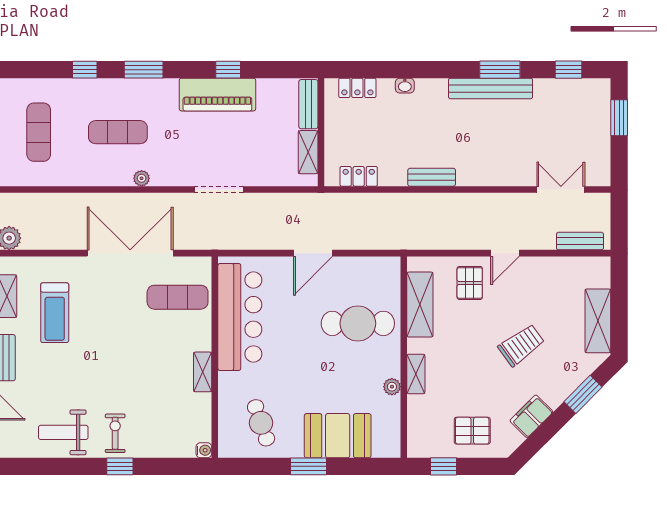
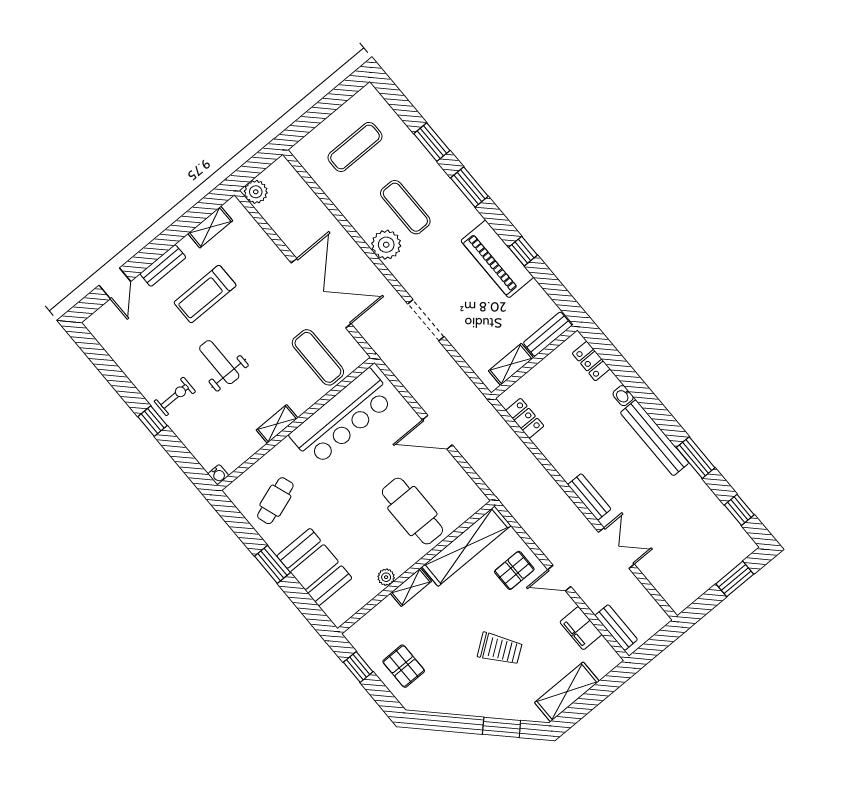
window: (85, 70) -> (432, 142), width x1.50
bench: (490, 88) -> (655, 438), moved
bench: (432, 177) -> (589, 497), moved
plant: (142, 178) -> (386, 245), width x1.88, depth x1.88
double door: (561, 189) -> (616, 548), moved
shelving: (420, 305) -> (466, 546), width x1.47
treadmill: (55, 313) -> (205, 294), moved
filing cabinet: (531, 416) -> (581, 628), moved, turned -135
weight bench: (63, 432) -> (219, 362), moved

